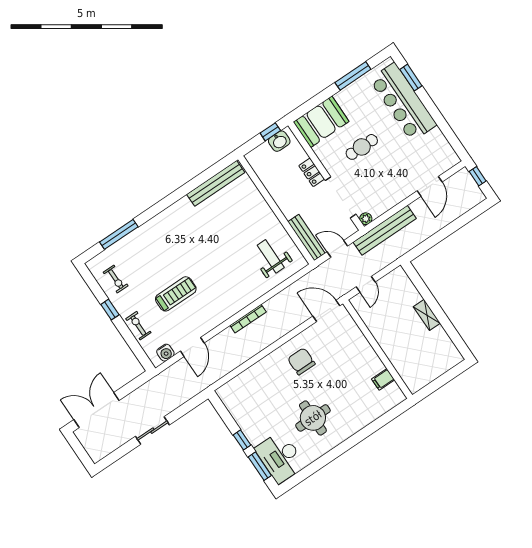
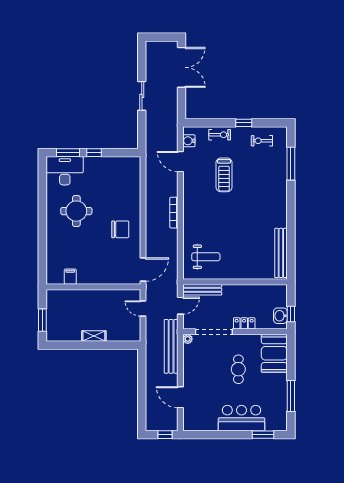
bar counter: (403, 102) -> (241, 418), width x0.73
window: (446, 378) -> (42, 320), added

